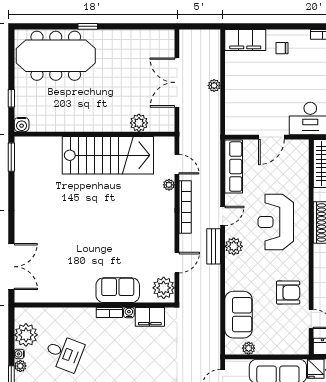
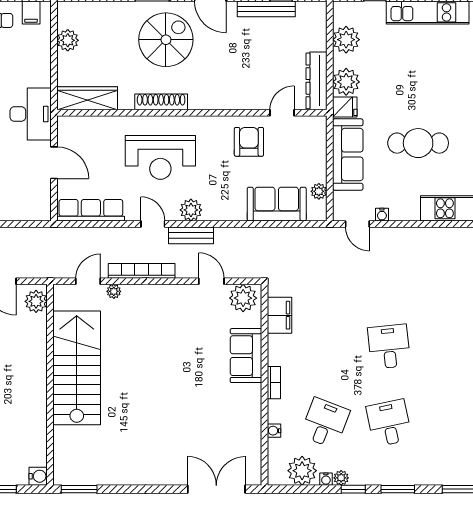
plant: (139, 123) -> (36, 301), moved
bookcase: (109, 312) -> (274, 383), moved
water cooler: (129, 313) -> (274, 431), moved

